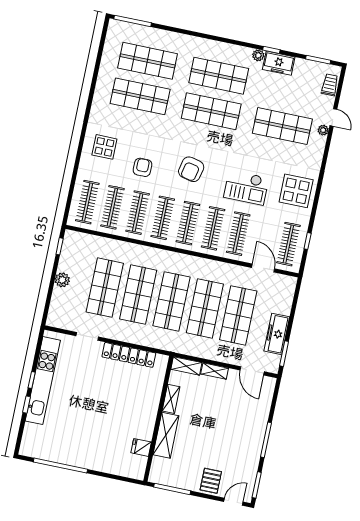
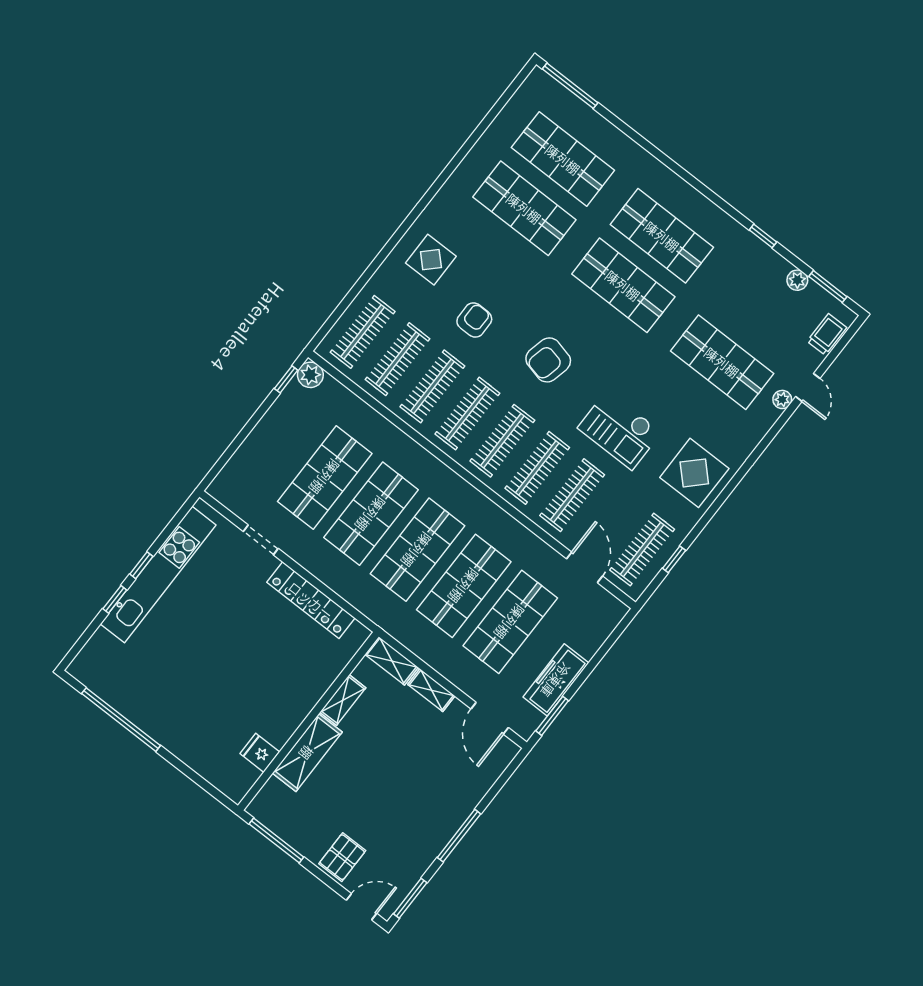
plant: (258, 55) -> (797, 280), moved
freezer: (279, 63) -> (764, 262), removed
plant: (62, 280) -> (310, 375), moved

